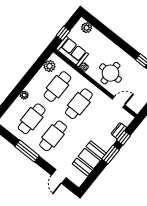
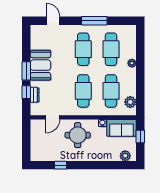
booth: (89, 158) -> (40, 65), moved

